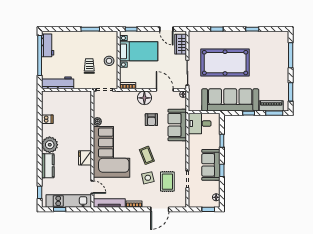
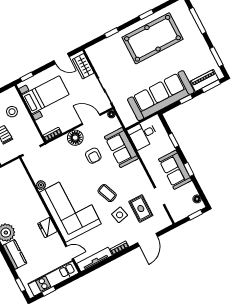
stool: (109, 61) -> (12, 112), moved
pool table: (225, 63) -> (153, 38), moved

